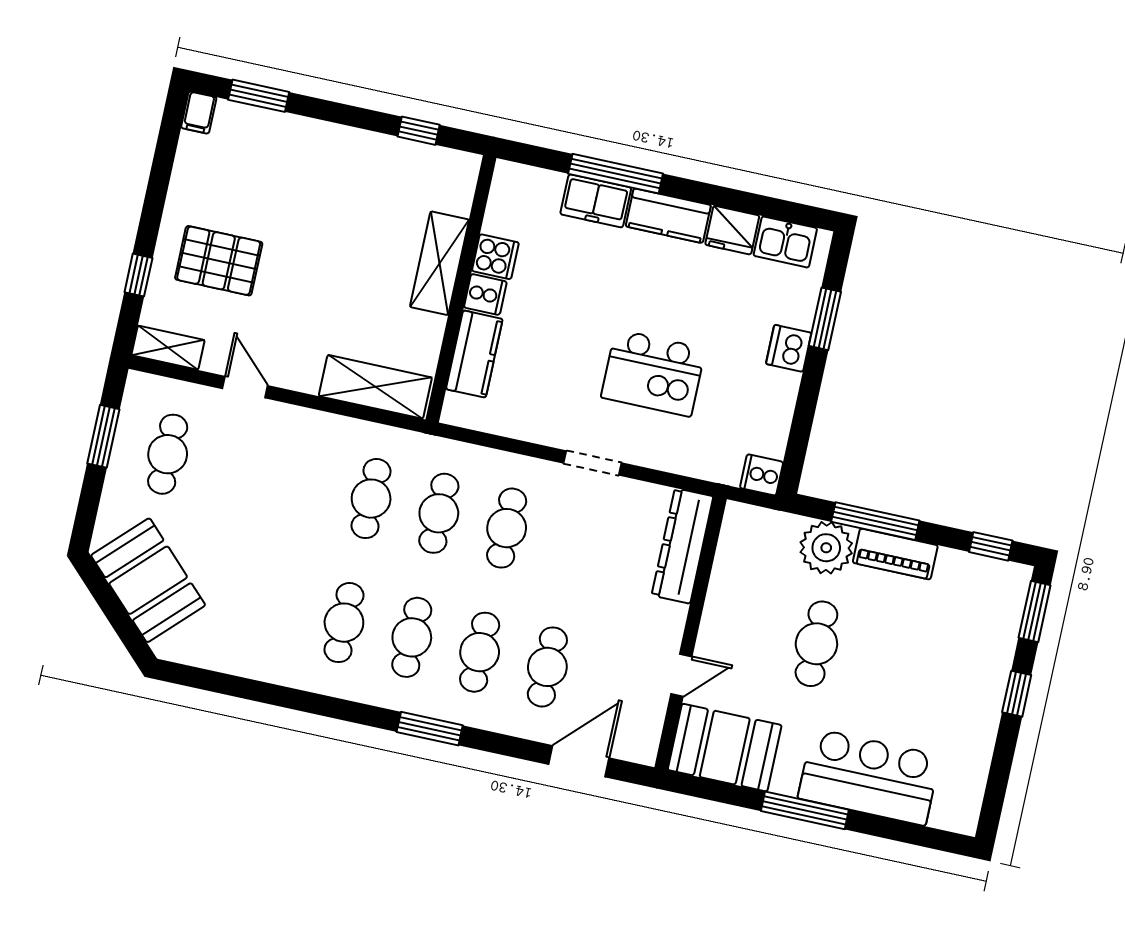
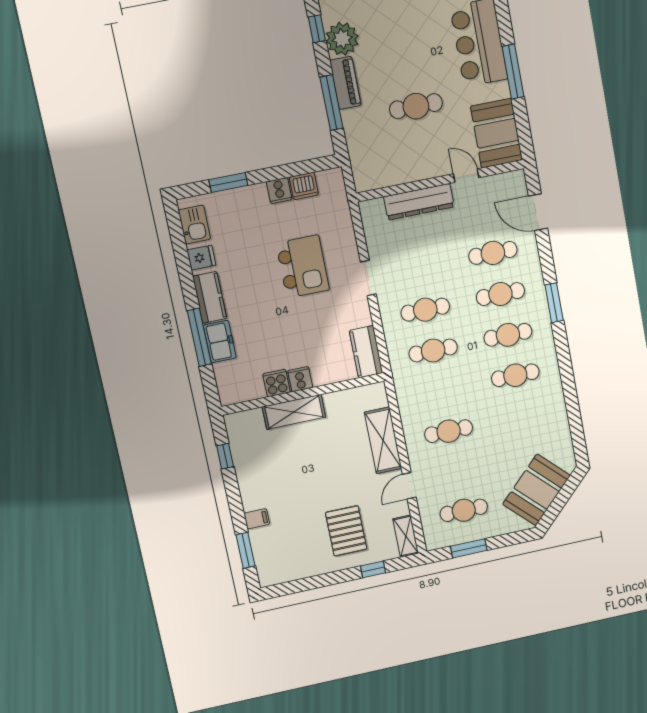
filing cabinet: (199, 113) -> (257, 519), moved
fridge: (732, 230) -> (201, 258), width x0.72
dishwasher: (789, 348) -> (304, 186), moved
kitchen counter: (474, 354) -> (366, 352), moved, turned -90
shelving: (375, 387) -> (383, 440), moved
cooker: (762, 475) -> (279, 191), moved
cafe table: (371, 499) -> (449, 431), moved
dresser: (682, 546) -> (419, 202), moved
plant: (826, 548) -> (342, 39), moved

